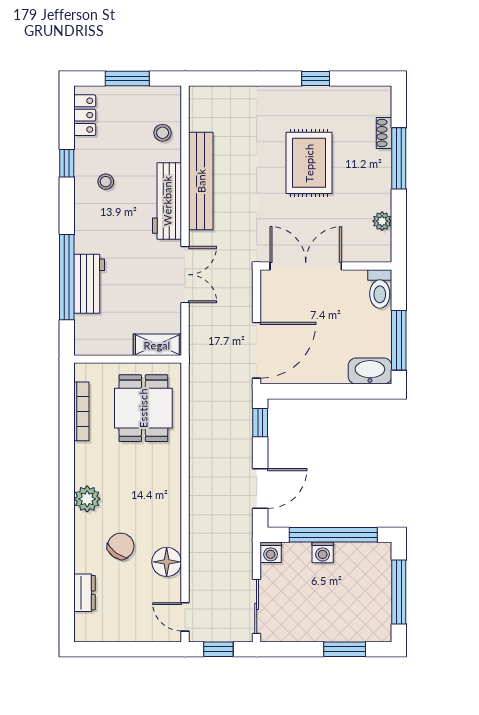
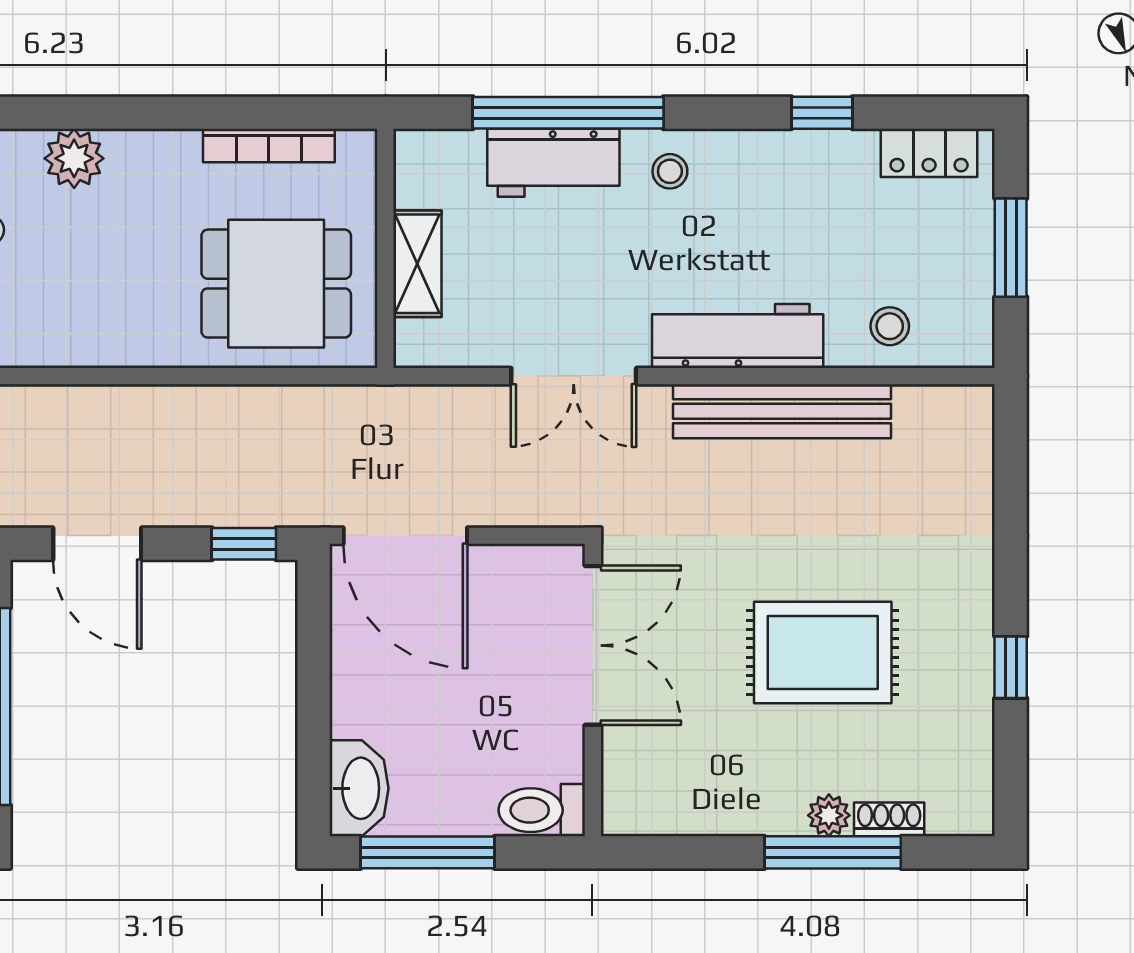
stool: (106, 182) -> (670, 171), moved
plant: (382, 221) -> (829, 815), moved
shelving: (157, 345) -> (417, 264), moved

